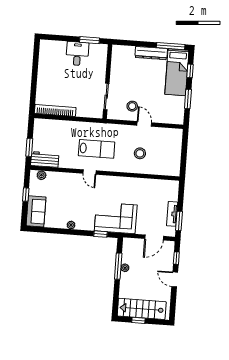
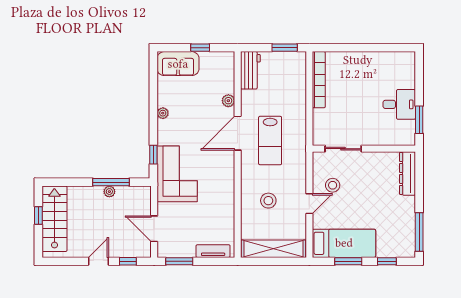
dresser: (151, 53) -> (408, 173), moved
bed: (177, 72) -> (344, 243), moved, turned 180
window: (29, 147) -> (285, 48), moved
shelving: (175, 152) -> (273, 249), added
door: (89, 172) -> (238, 133), width x1.87
plant: (41, 175) -> (228, 101), moved
tv unit: (172, 214) -> (213, 251), moved

